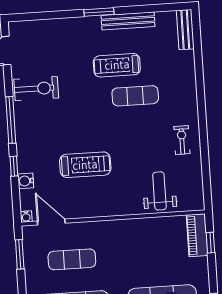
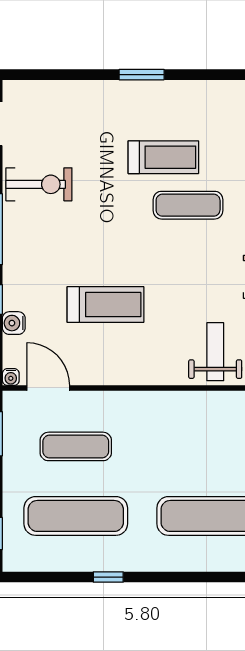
bench: (128, 21) -> (185, 91), removed
treadmill: (117, 65) -> (163, 157), turned 180

